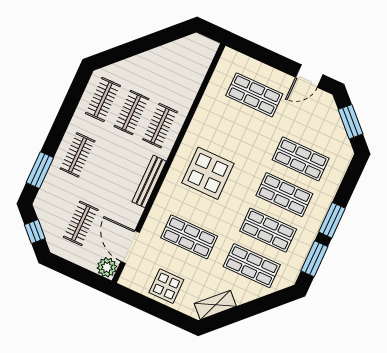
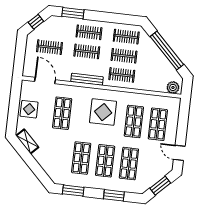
window: (145, 44) -> (167, 51), added
clothes rail: (106, 168) -> (87, 51), added
window: (332, 220) -> (114, 195), moved
door: (130, 247) -> (45, 81), hinge flipped
shop shelf: (252, 266) -> (134, 121), moved
plant: (107, 267) -> (173, 87), moved

